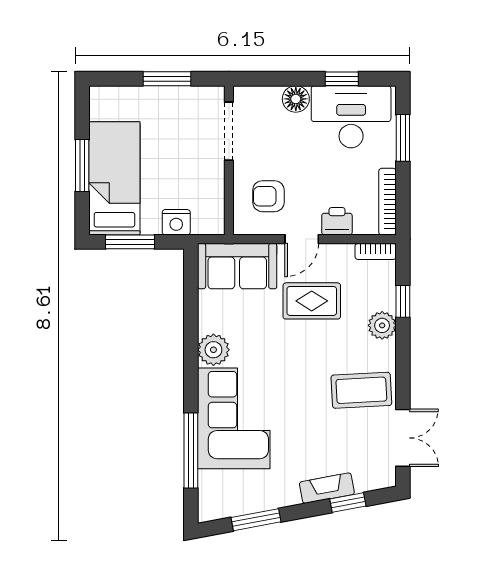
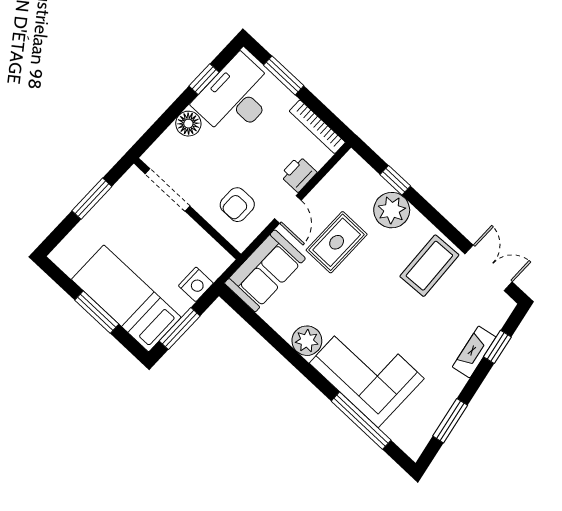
bookcase: (376, 251) -> (344, 167), removed
plant: (382, 325) -> (392, 210), width x1.36, depth x1.36

